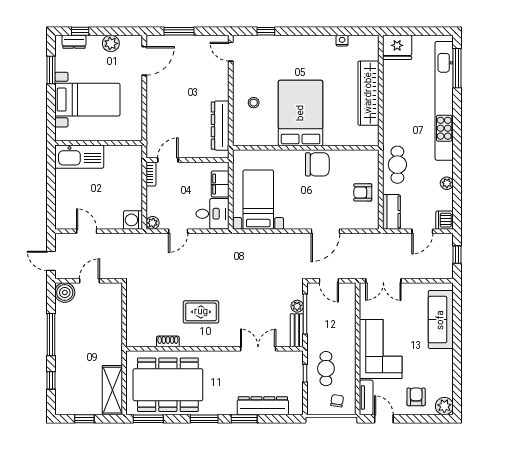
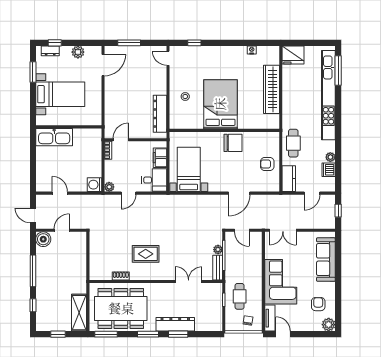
dishwasher: (445, 220) -> (329, 170), moved
armchair: (416, 397) -> (318, 304), moved
dresser: (263, 406) -> (175, 324), moved

